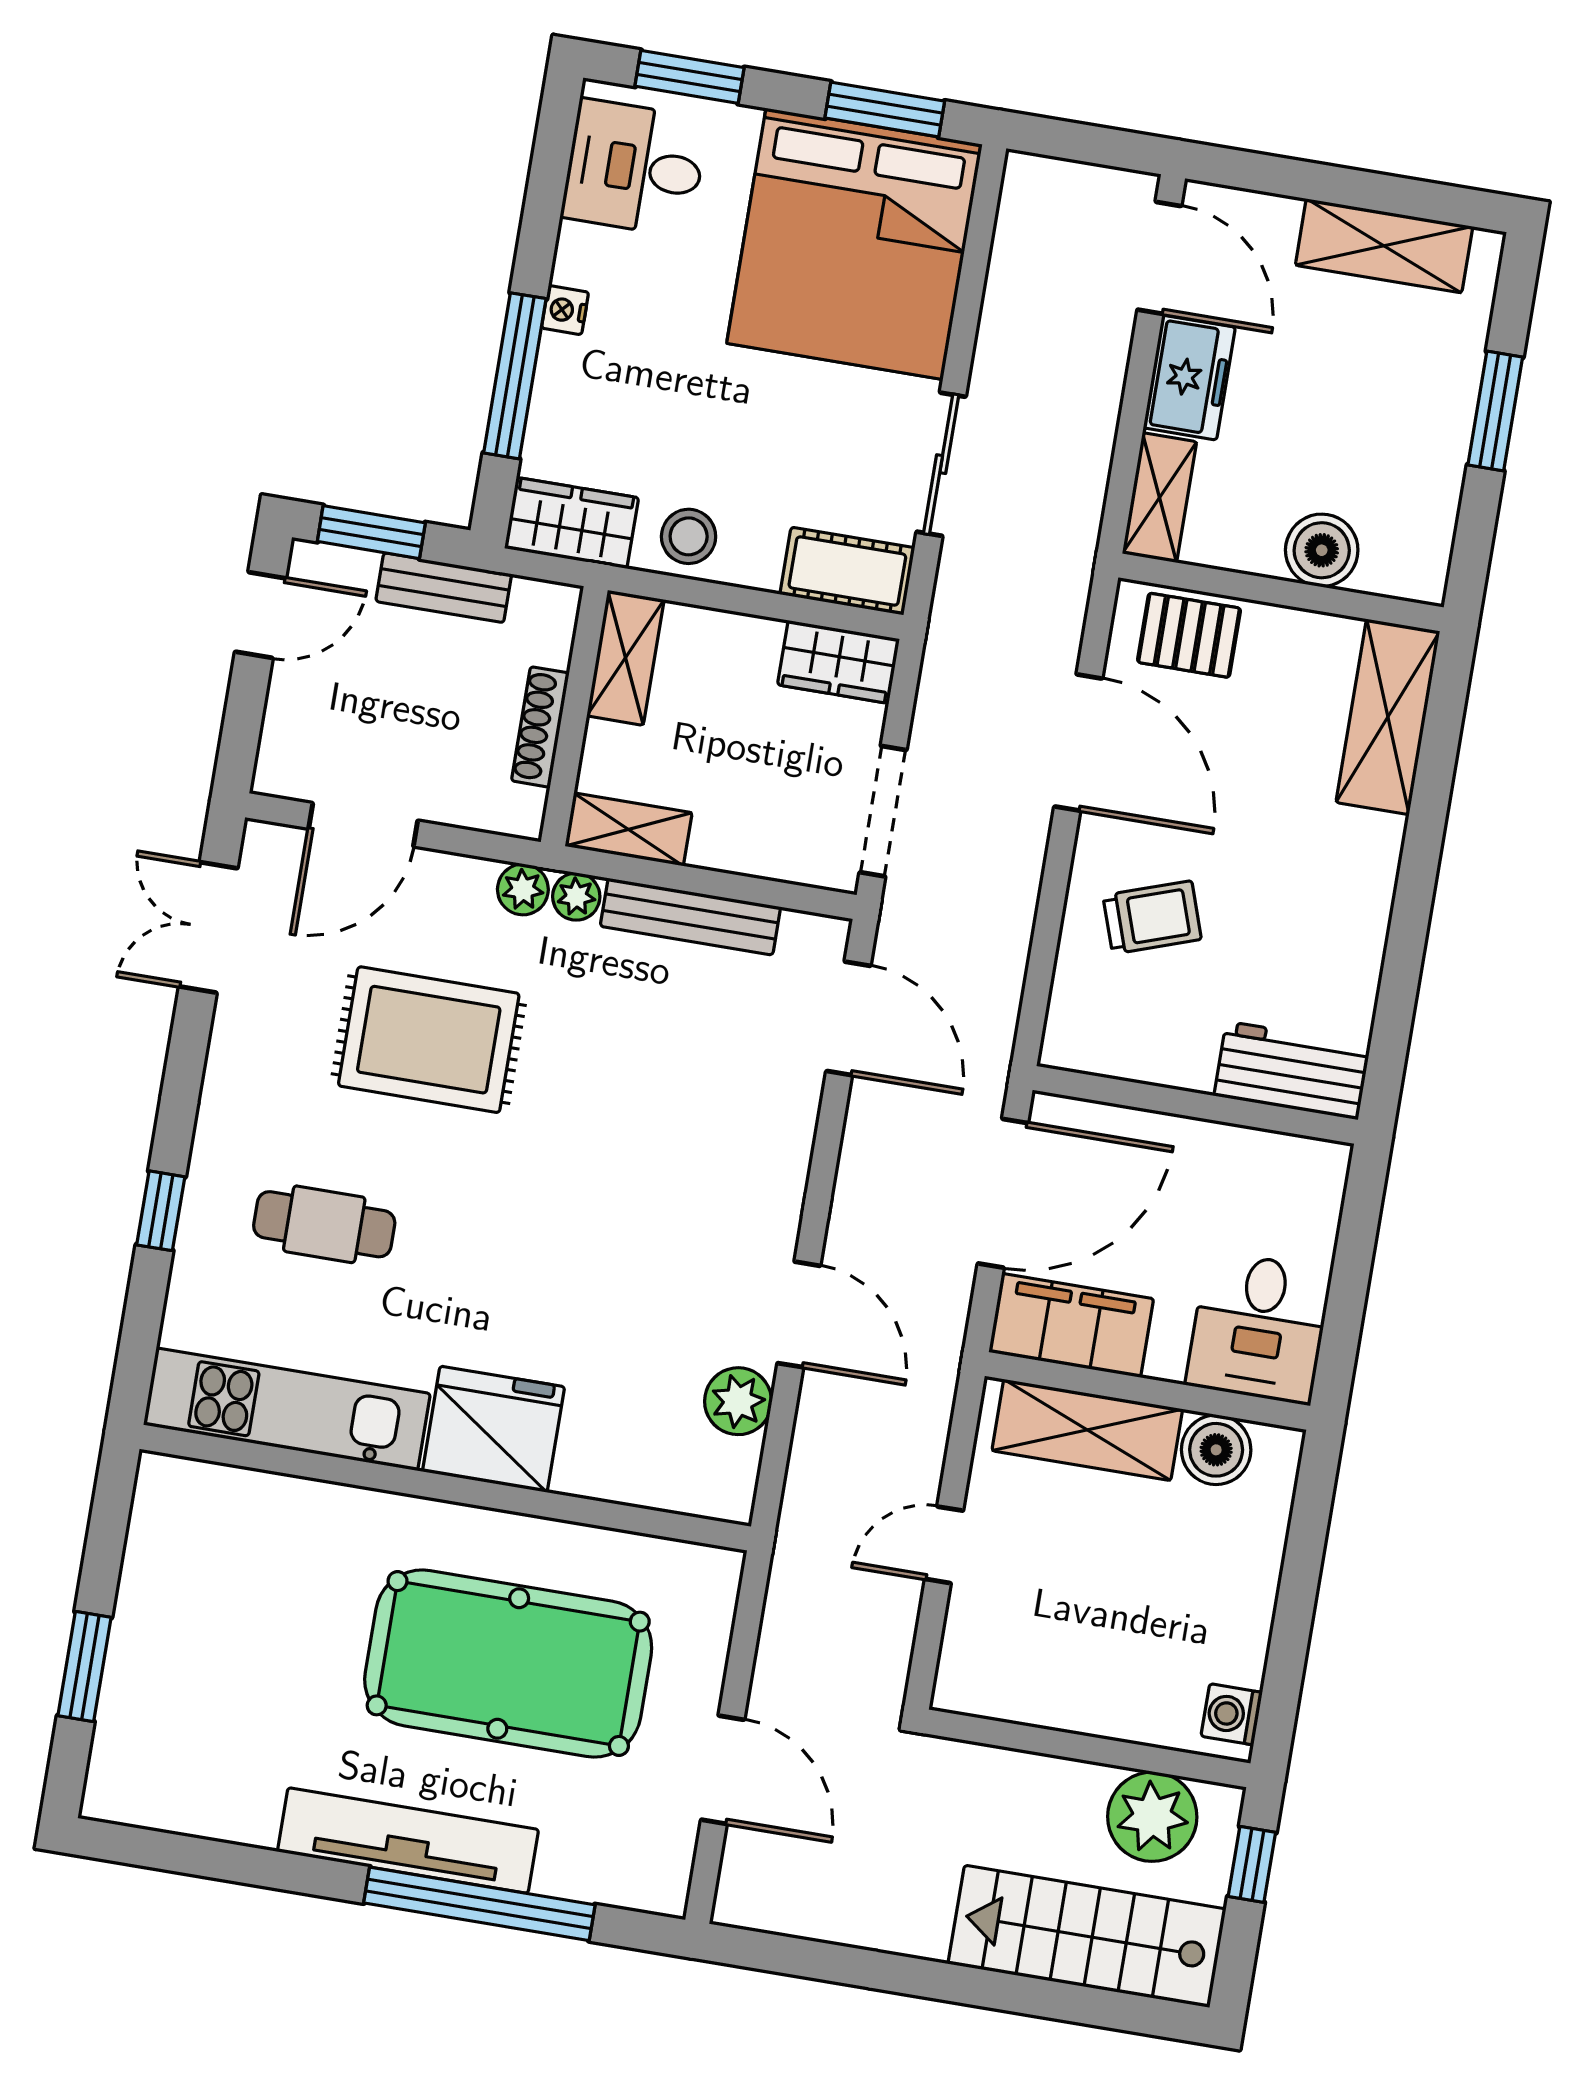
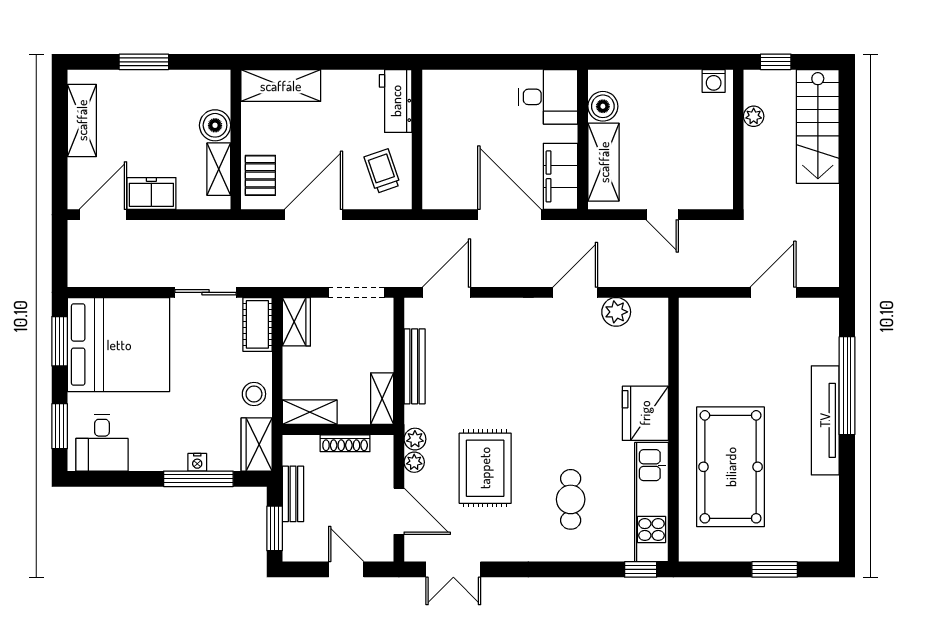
nightstand: (565, 310) -> (197, 462), moved
shelving: (1159, 498) -> (219, 169), moved, turned 90
door: (260, 615) -> (346, 569), moved
plant: (576, 897) -> (414, 462), moved
workbench: (1292, 1070) -> (396, 101), moved
wall: (1195, 1105) -> (417, 140), moved
window: (161, 1211) -> (641, 569), moved
pool table: (508, 1663) -> (731, 467), moved
plant: (1152, 1817) -> (754, 116), width x0.53, depth x0.53

